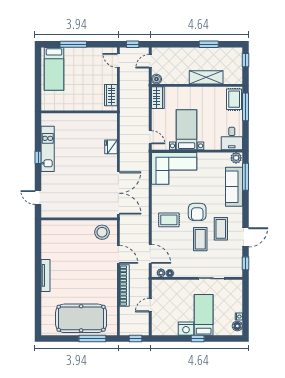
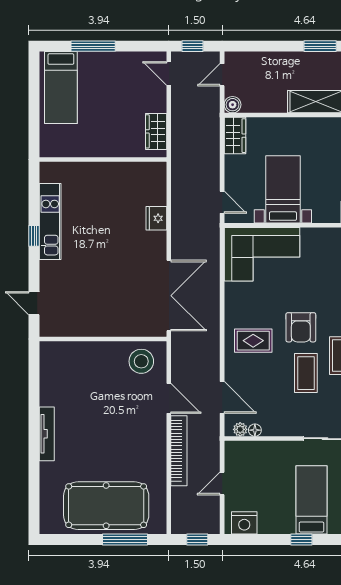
nightstand: (186, 329) -> (244, 523), moved

